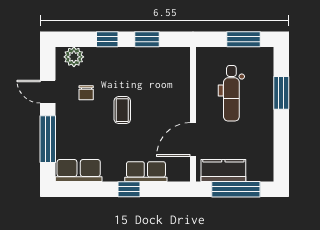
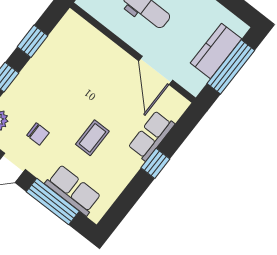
coffee table: (122, 110) -> (92, 138), moved, turned 90
row of seats: (79, 171) -> (73, 190), moved, turned 90
kitchen counter: (223, 171) -> (216, 51), moved

